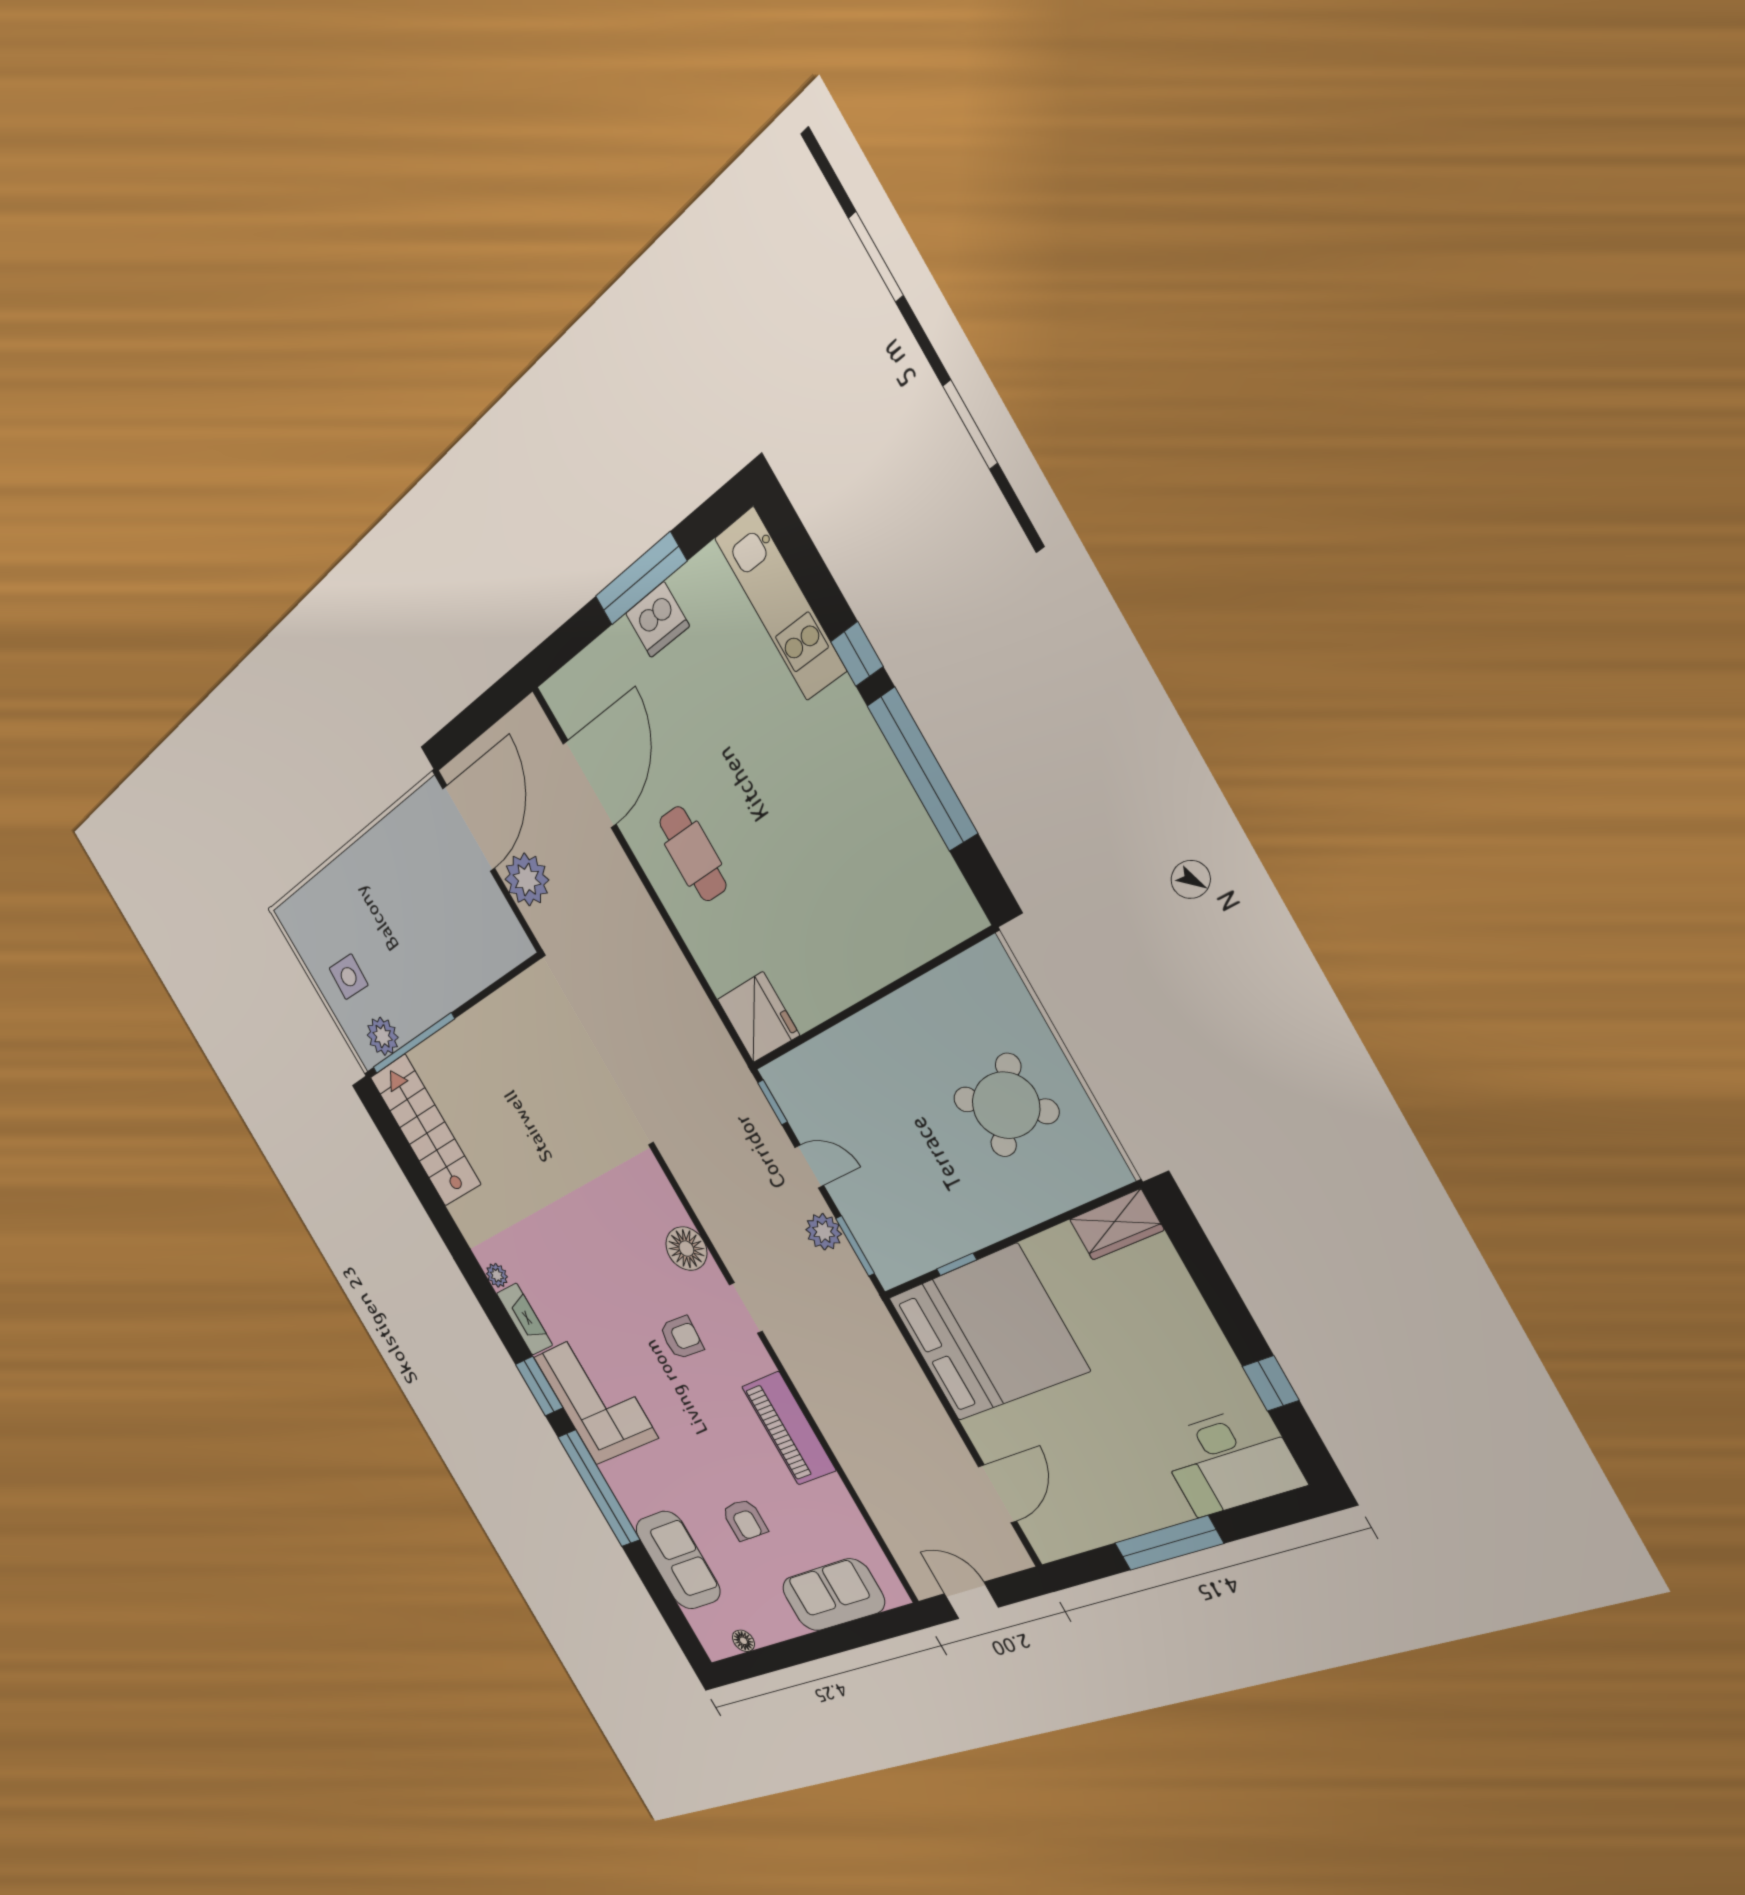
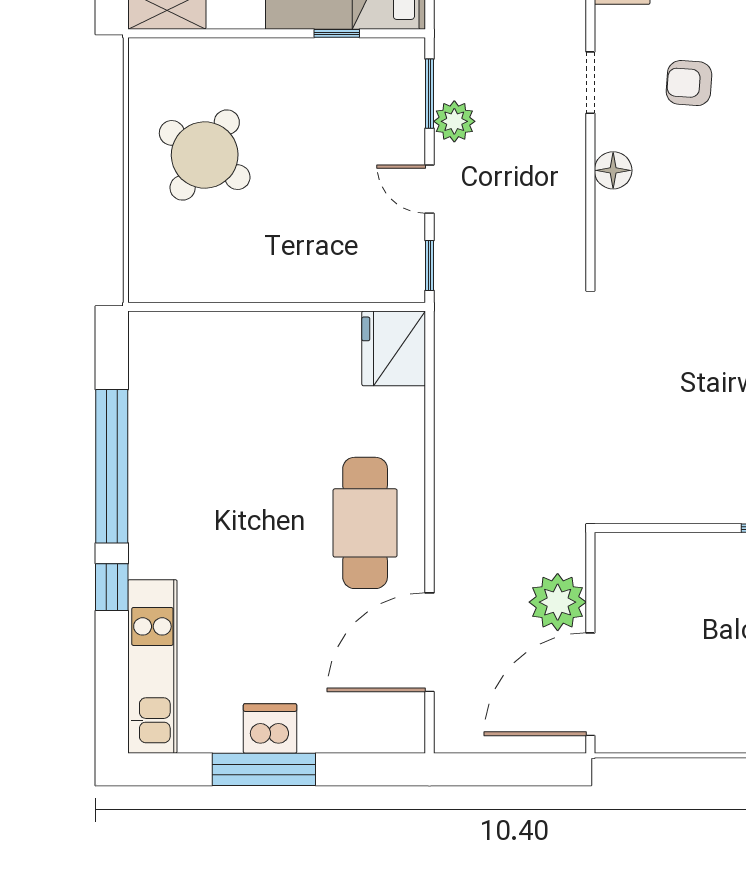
cafe table: (693, 854) -> (365, 523), width x1.37, depth x1.35
floor lamp: (686, 1249) -> (613, 170), width x0.73, depth x0.73

